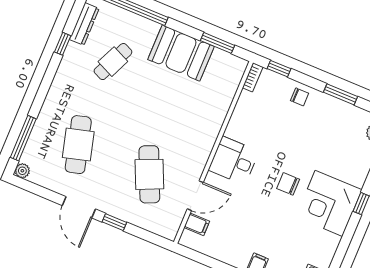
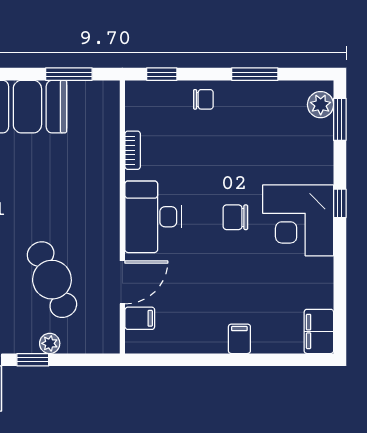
bookcase: (253, 77) -> (133, 150), moved
desk: (234, 161) -> (153, 217), width x1.37
plant: (130, 216) -> (50, 343), added

